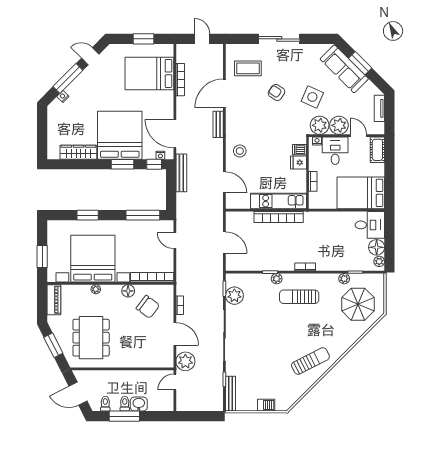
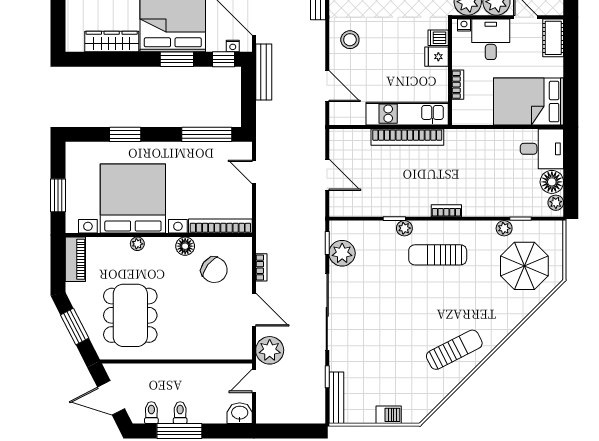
washbasin: (139, 404) -> (240, 413), moved

